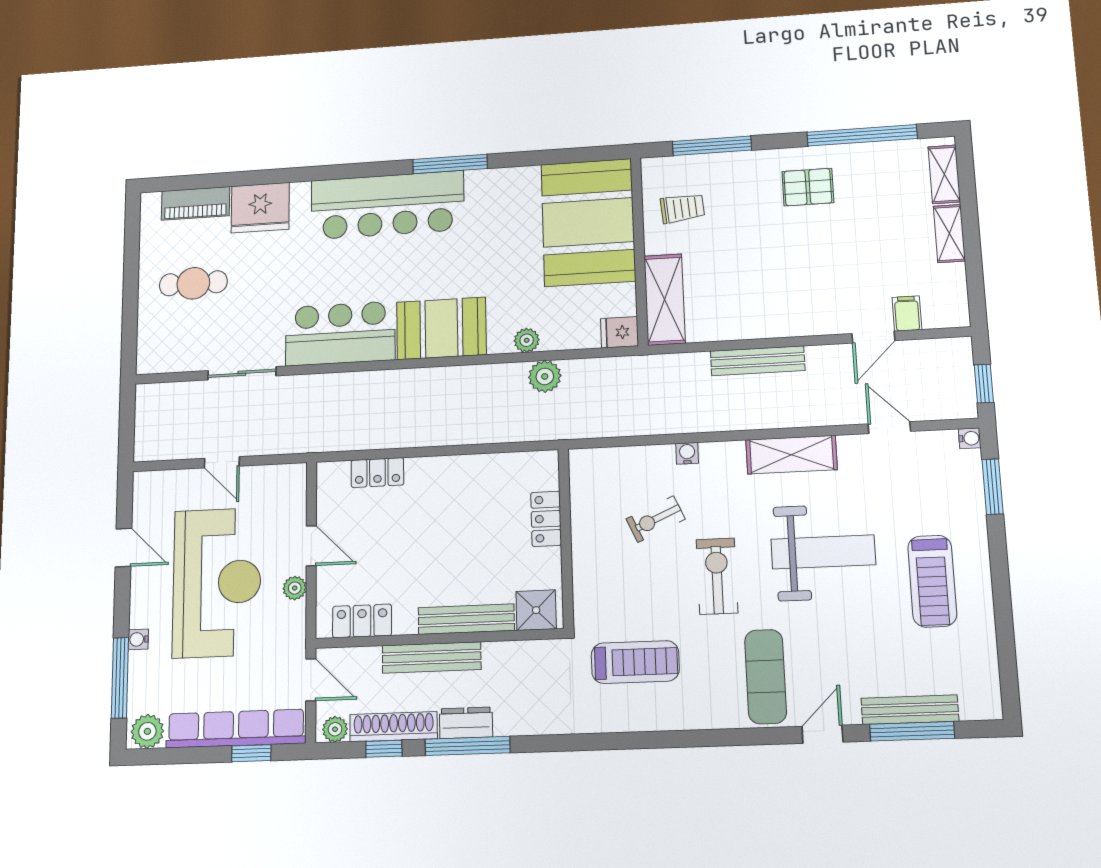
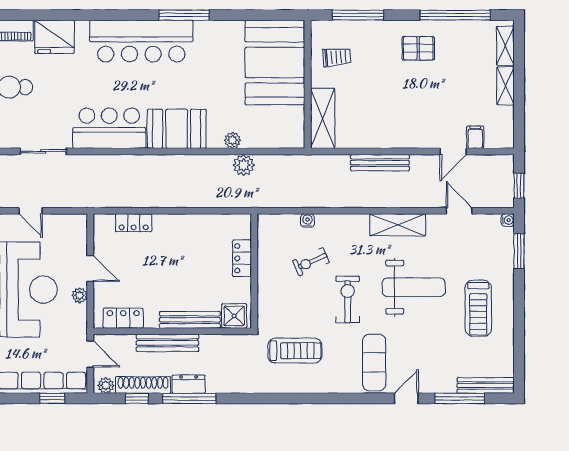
fridge: (619, 332) -> (293, 139), removed
water cooler: (687, 453) -> (308, 221), moved
bench: (910, 710) -> (486, 385), moved

